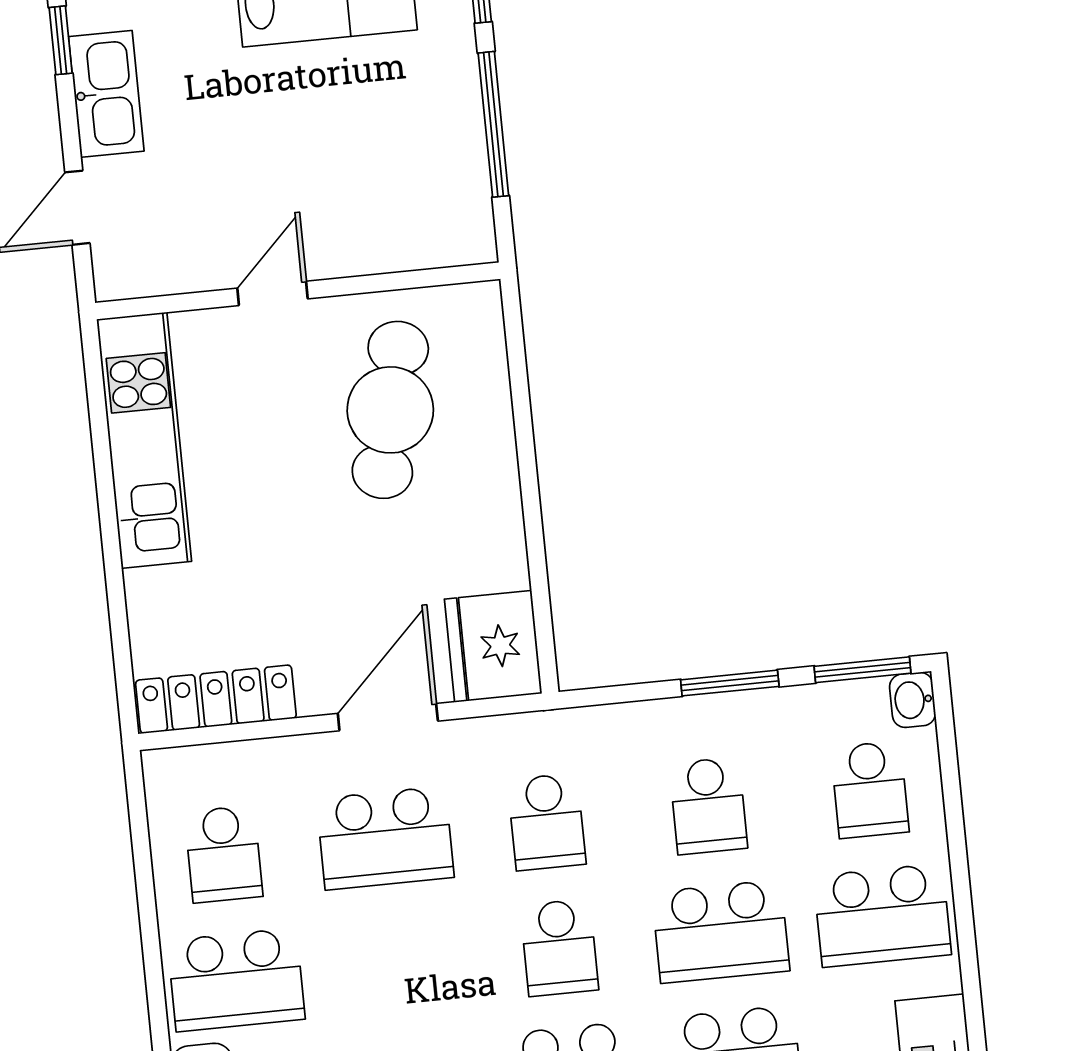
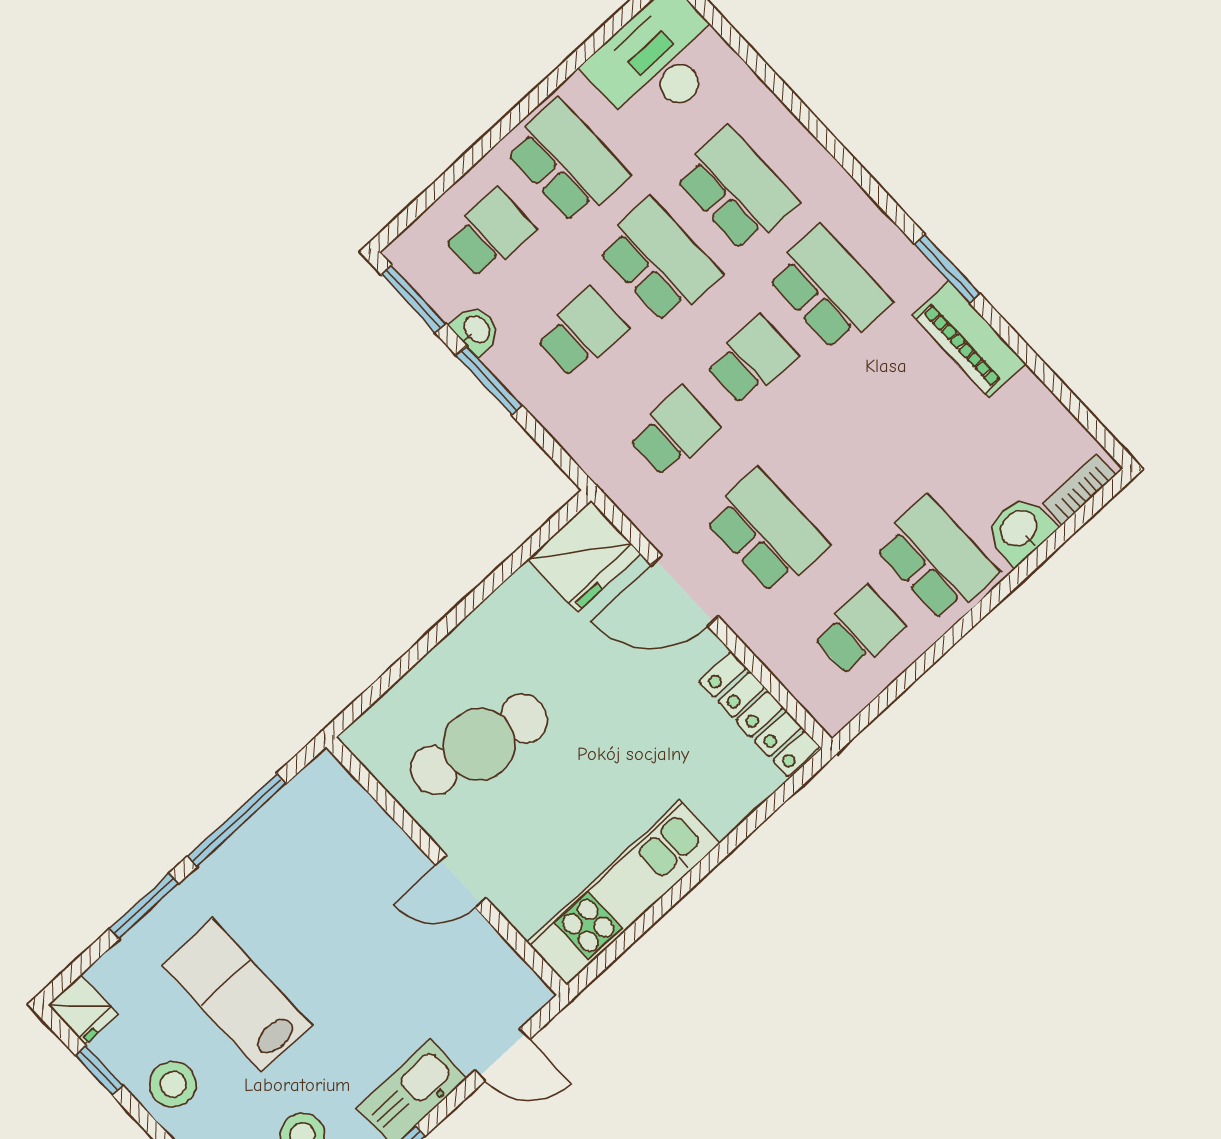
washbasin: (913, 700) -> (476, 330), moved, turned -90

